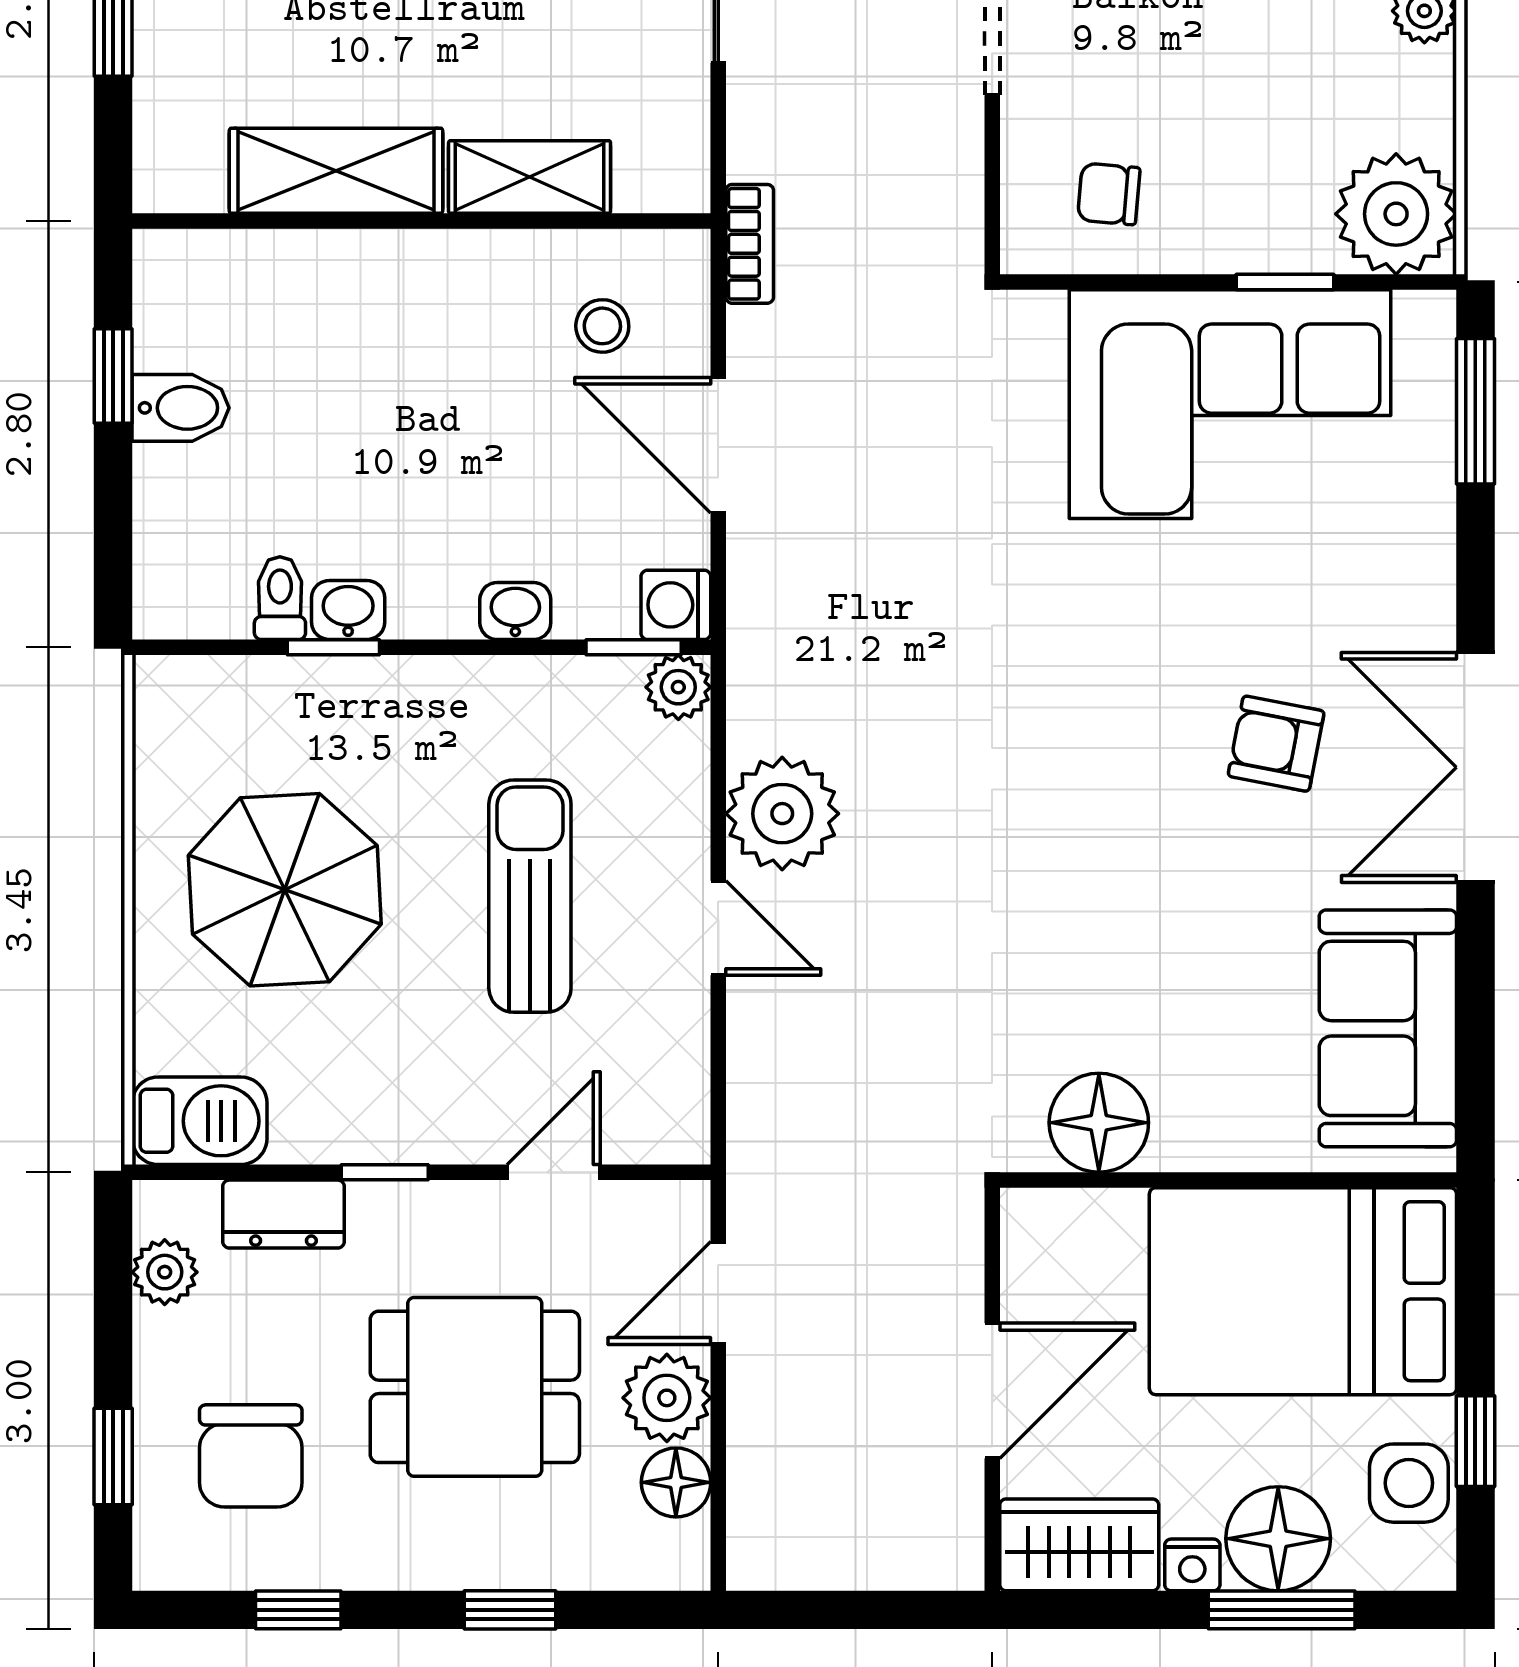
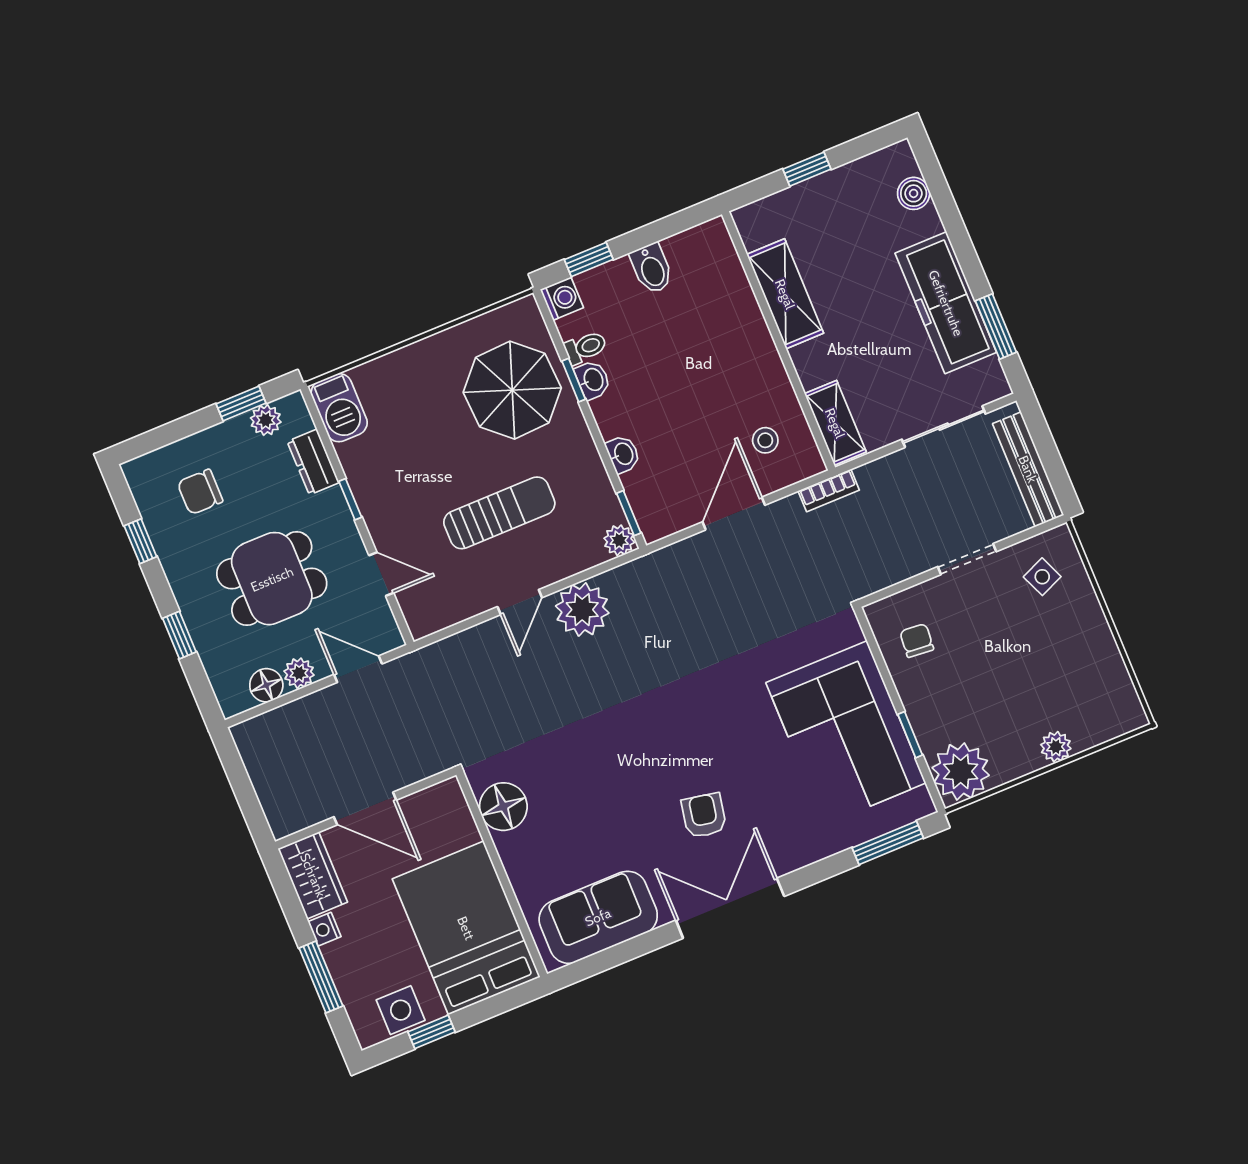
shelving: (530, 177) -> (835, 423), moved
window: (113, 376) -> (589, 260), moved
washing machine: (676, 605) -> (562, 299), moved, turned 90
parasol: (285, 890) -> (512, 390), moved
dining table: (475, 1387) -> (272, 579), turned 90
plant: (667, 1398) -> (299, 673), width x0.73, depth x0.73
chair: (251, 1456) -> (200, 492), width x0.73, depth x0.73
window: (113, 1457) -> (241, 404), moved
floor lamp: (1278, 1539) -> (352, 962), removed

